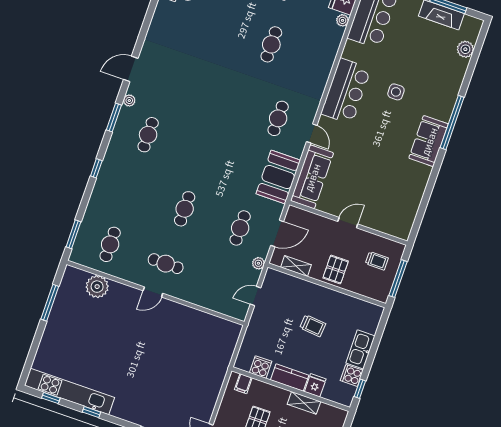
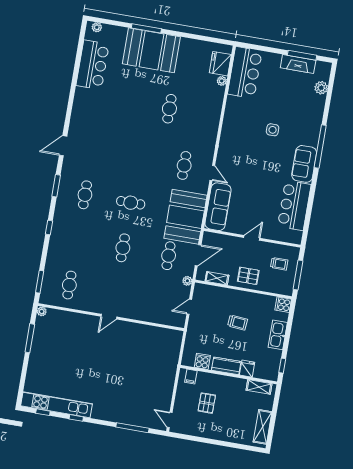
bar counter: (346, 91) -> (294, 205), moved, turned 180
plant: (129, 100) -> (66, 171), removed
booth: (278, 177) -> (185, 217), width x1.36, depth x1.42
cafe table: (166, 264) -> (131, 203), moved
pallet: (336, 269) -> (248, 276), turned 90
plant: (97, 287) -> (42, 311), moved, width x0.53, depth x0.53
cooker: (352, 375) -> (283, 305), moved
shelving: (304, 403) -> (259, 387), moved

